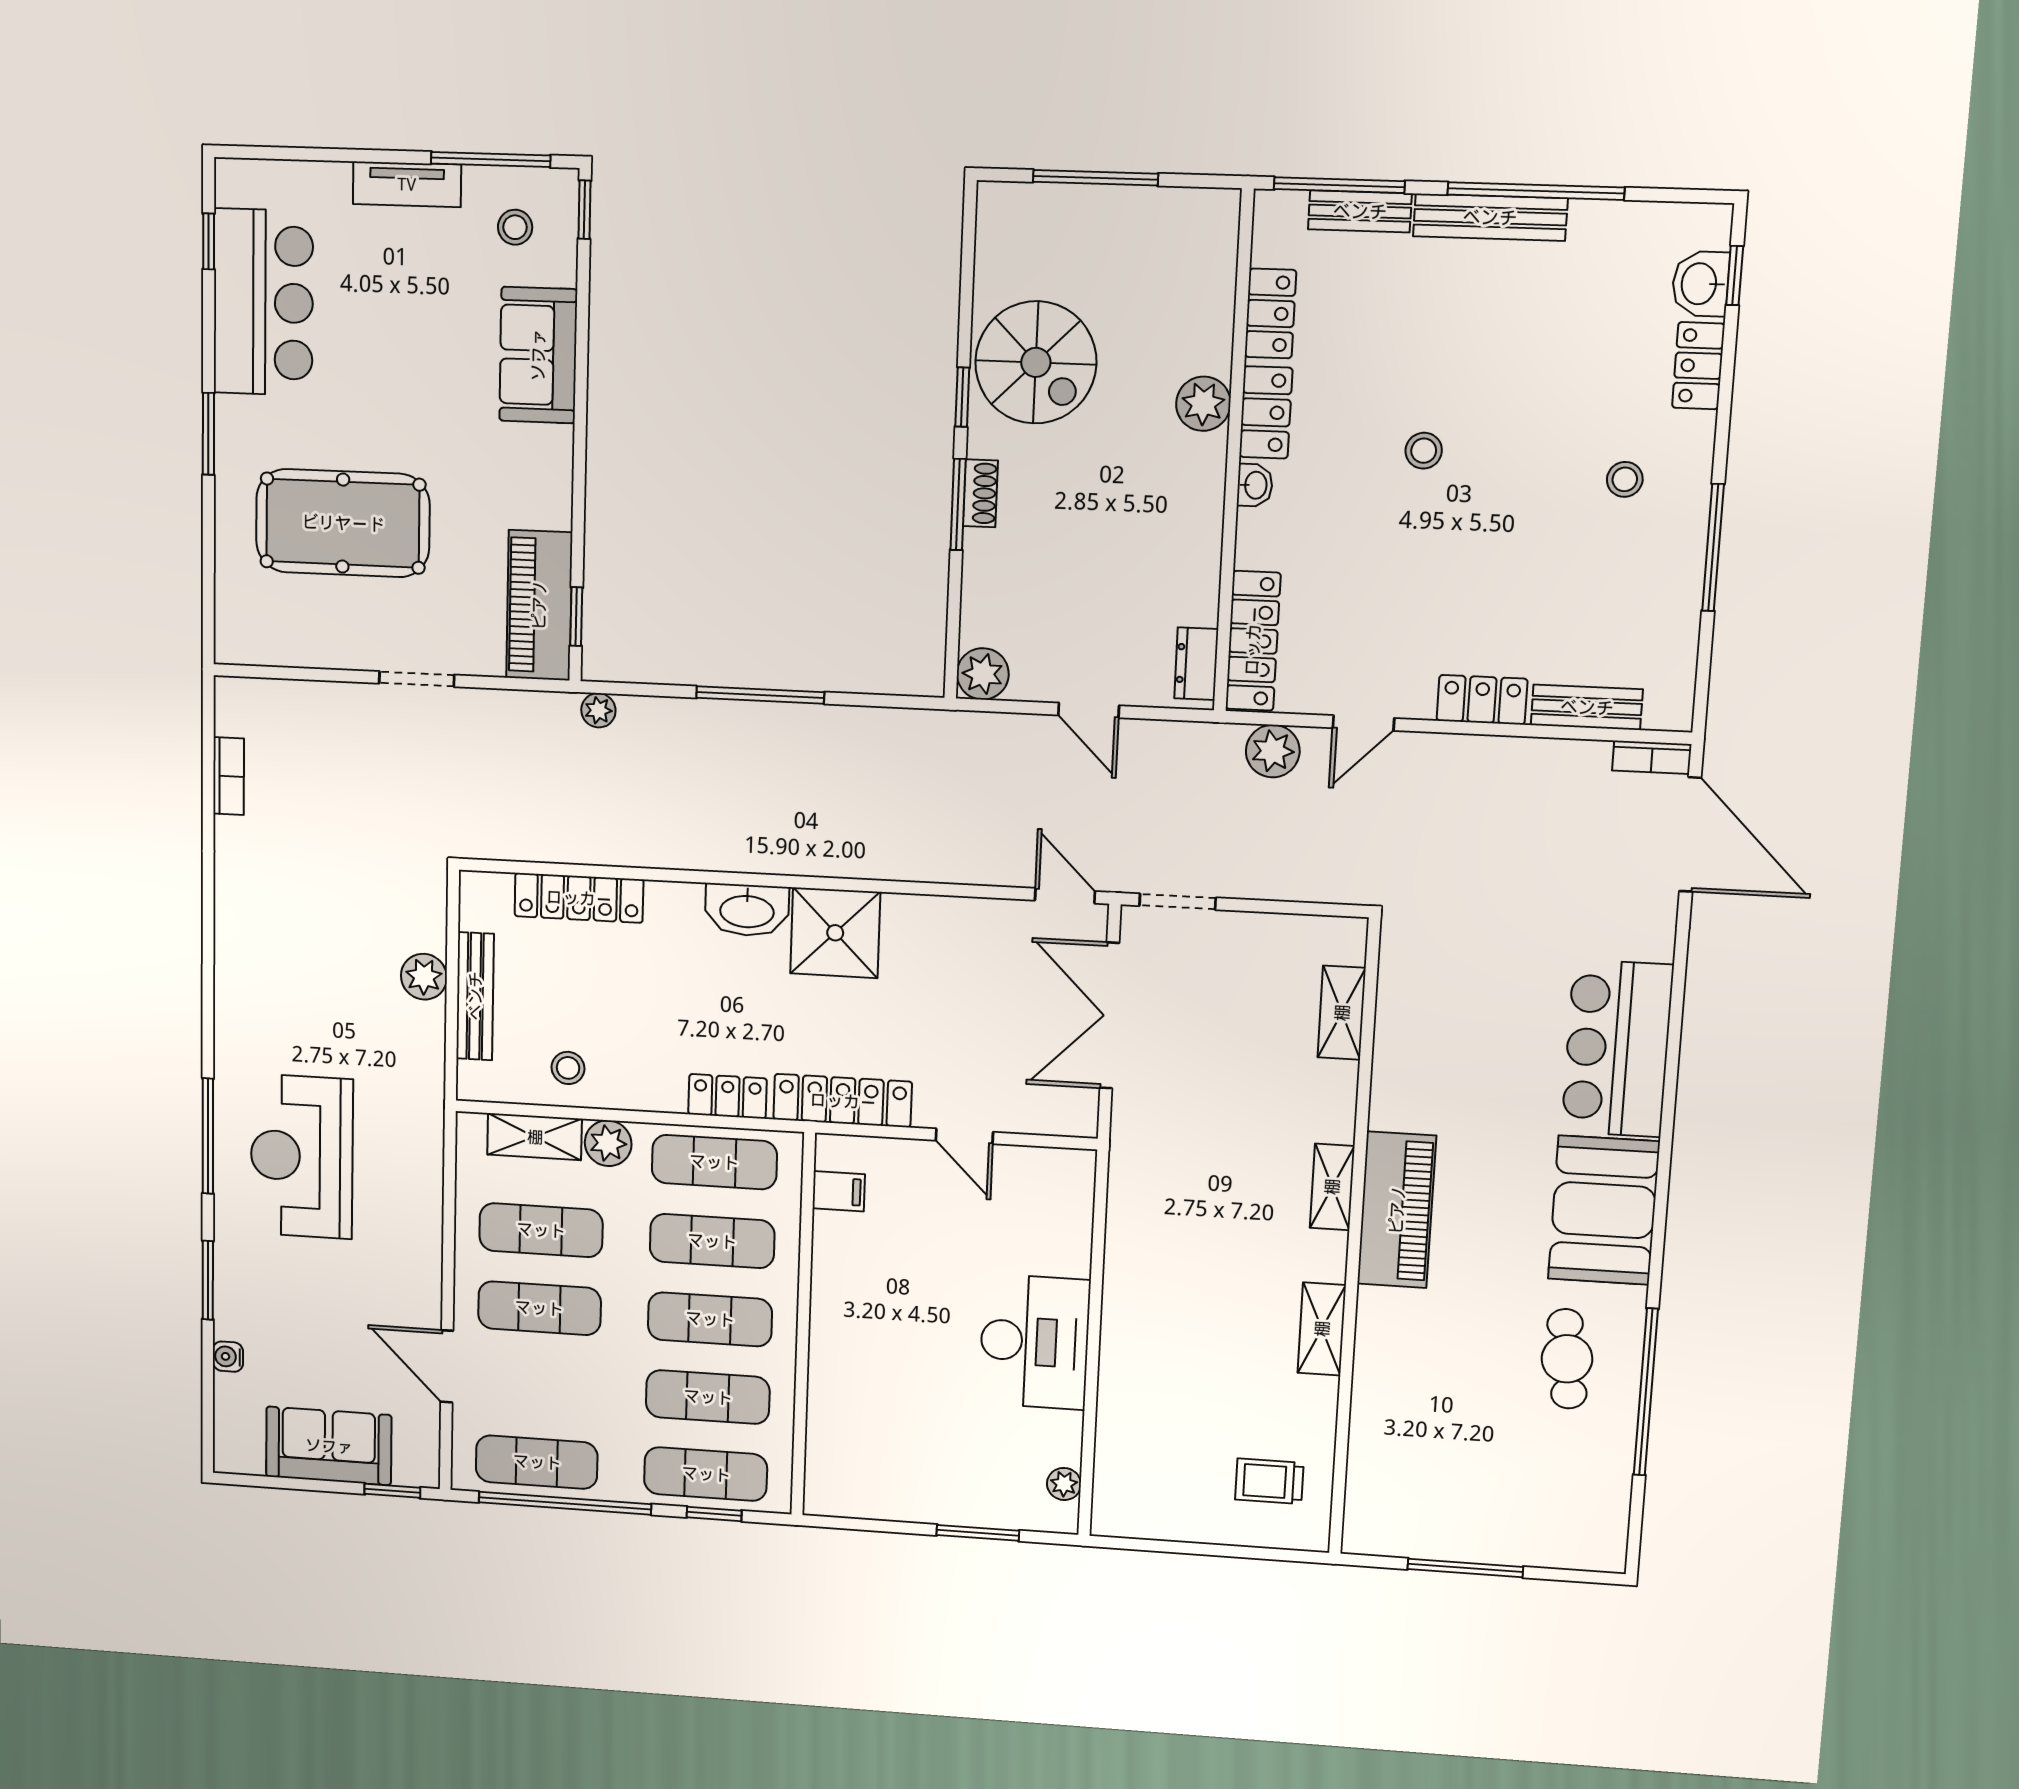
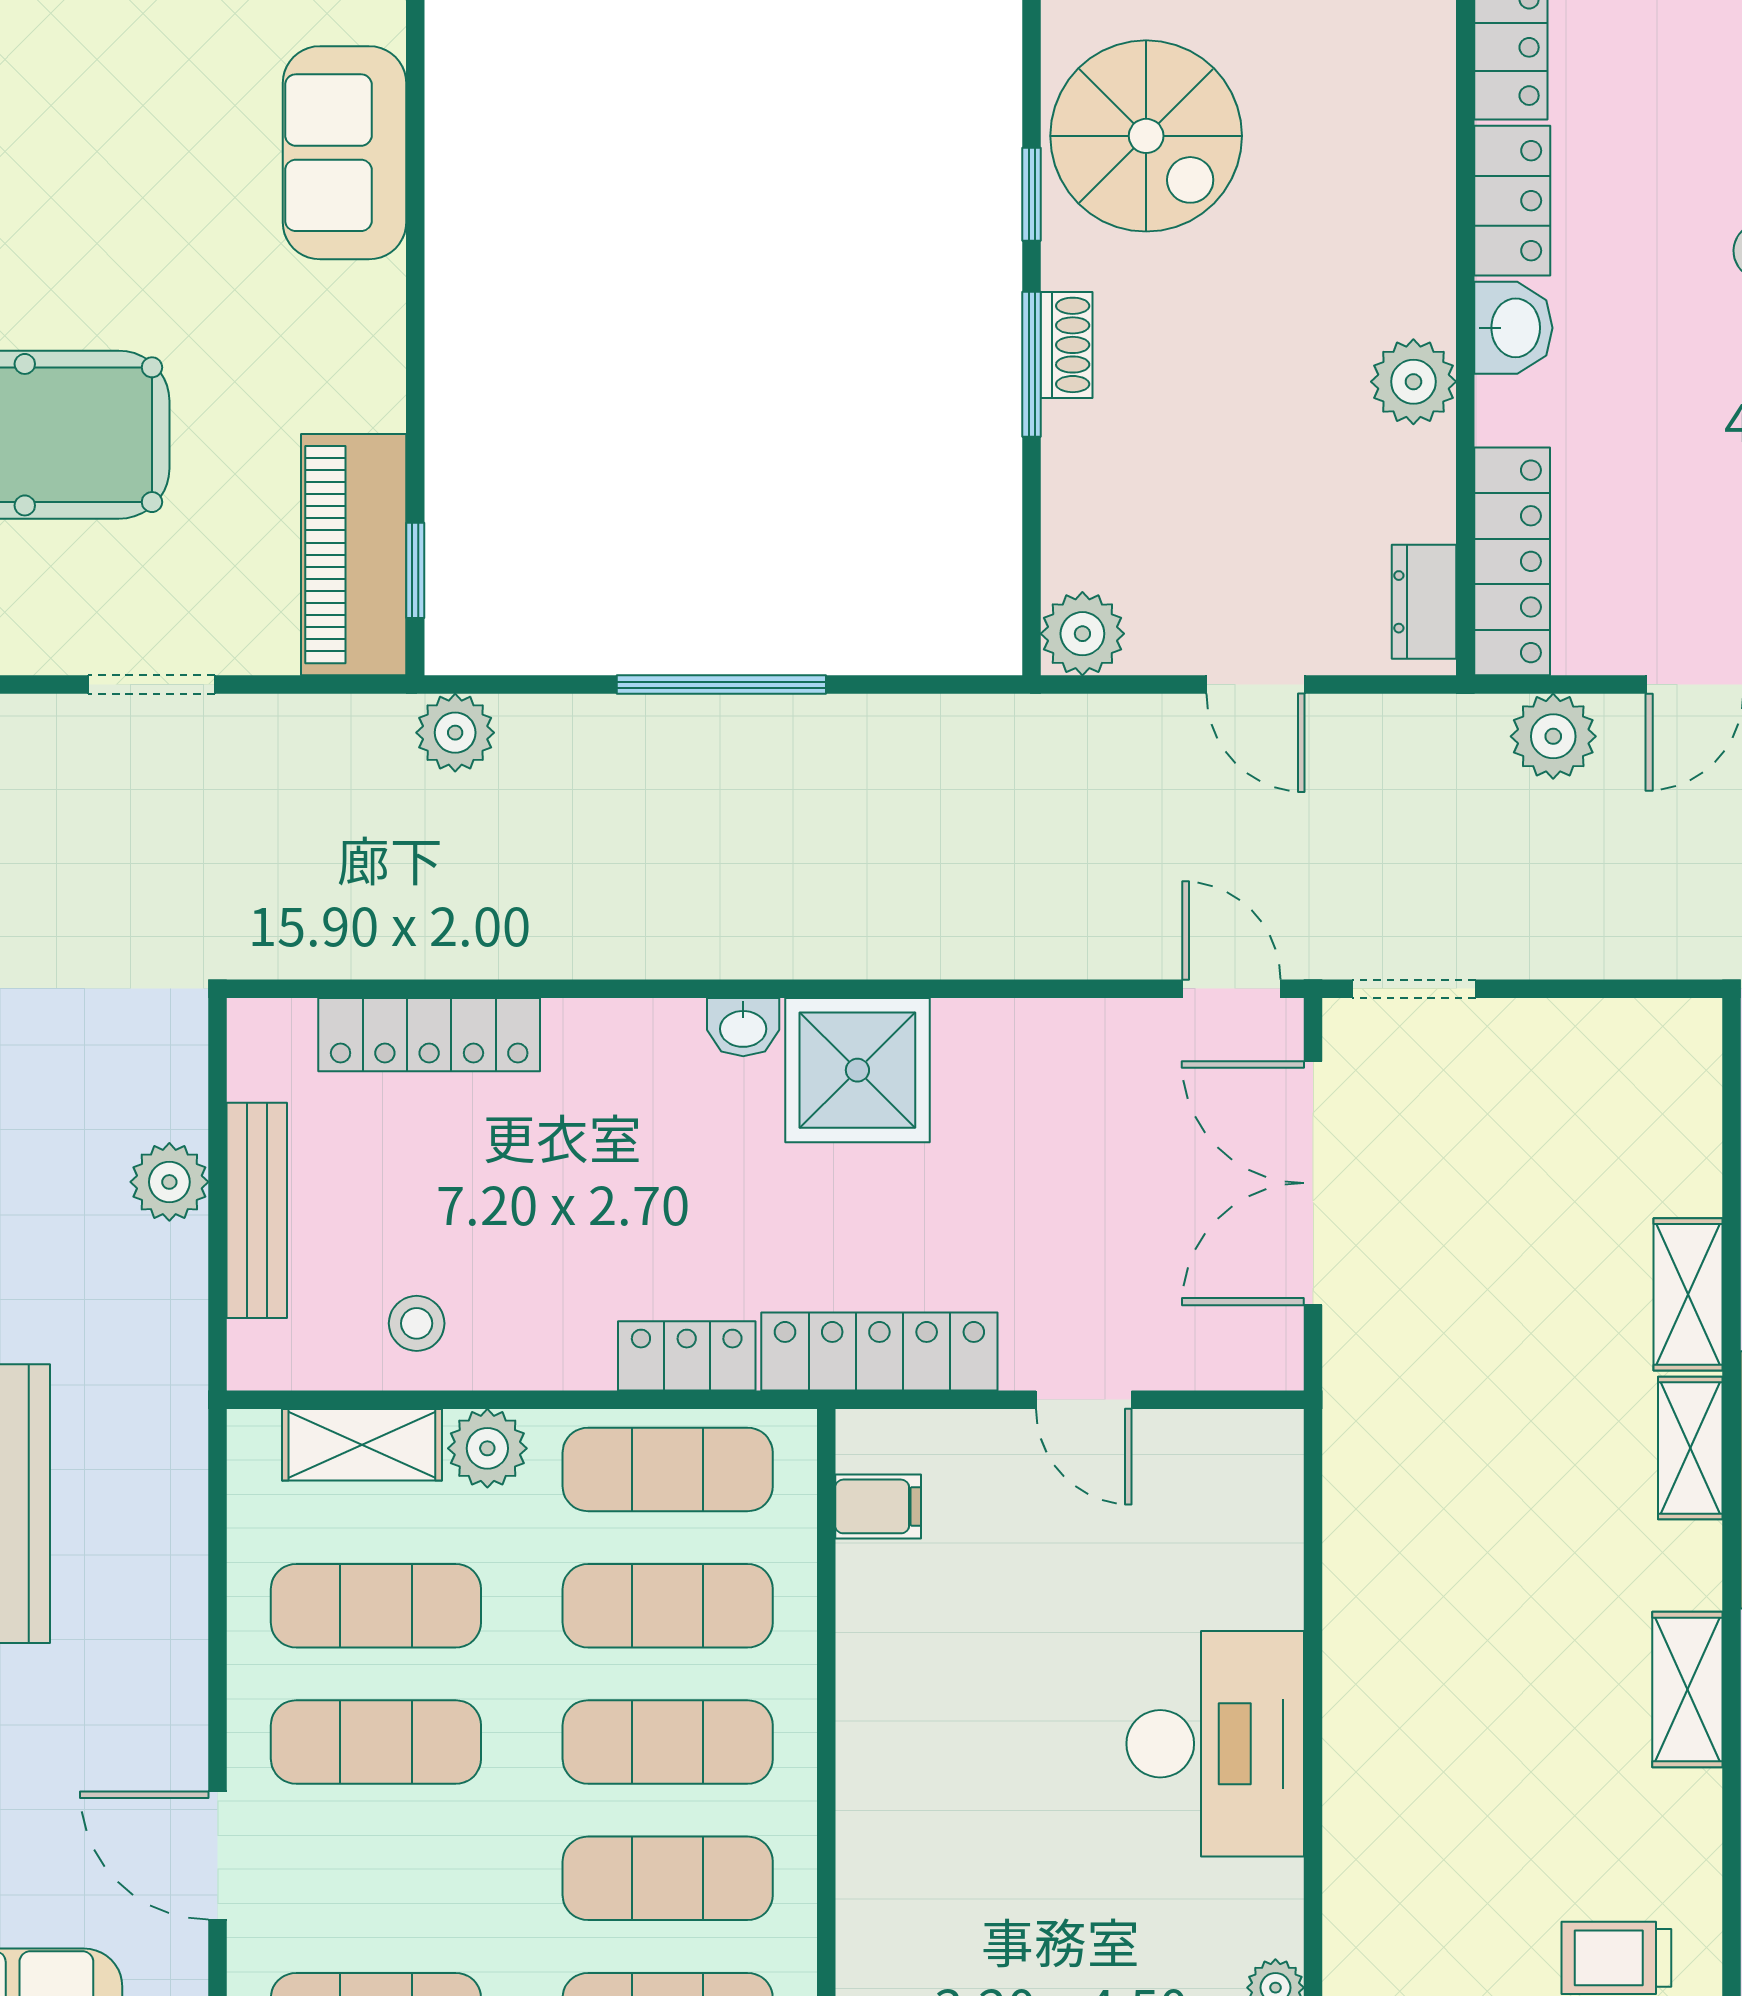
plant: (1203, 404) -> (1413, 382), moved
washbasin: (1255, 485) -> (1513, 328), width x1.38, depth x1.45
plant: (598, 710) -> (455, 733), width x1.38, depth x1.38
washbasin: (747, 910) -> (743, 1027), width x0.52, depth x0.69
shelving: (1342, 1013) -> (1688, 1294), moved

